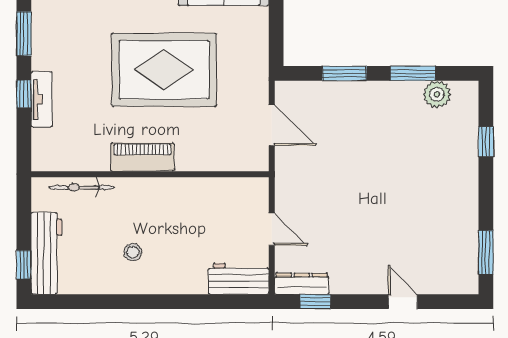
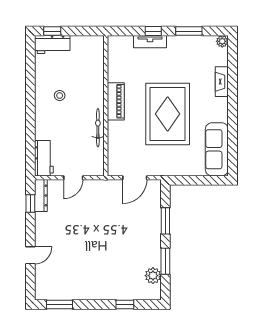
bicycle: (81, 187) -> (98, 128), moved
workbench: (46, 253) -> (52, 44), width x0.73

